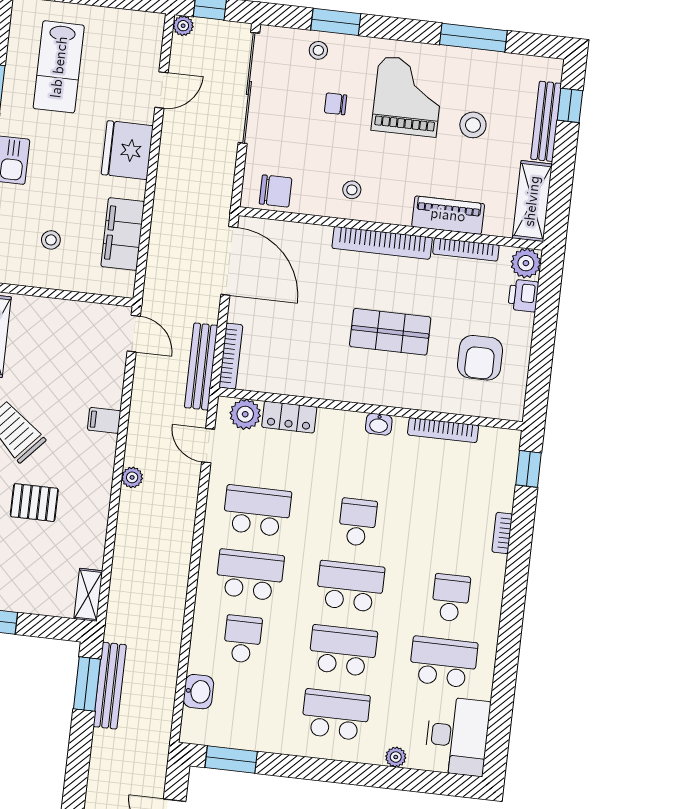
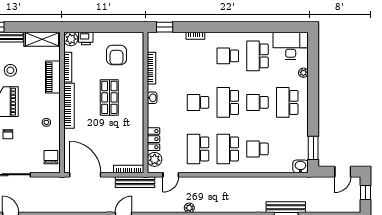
door: (229, 261) -> (85, 175), hinge flipped
armchair: (480, 358) -> (116, 55), turned 90
school desk: (343, 651) -> (257, 102), width x0.54
washbasin: (198, 692) -> (300, 166), moved

